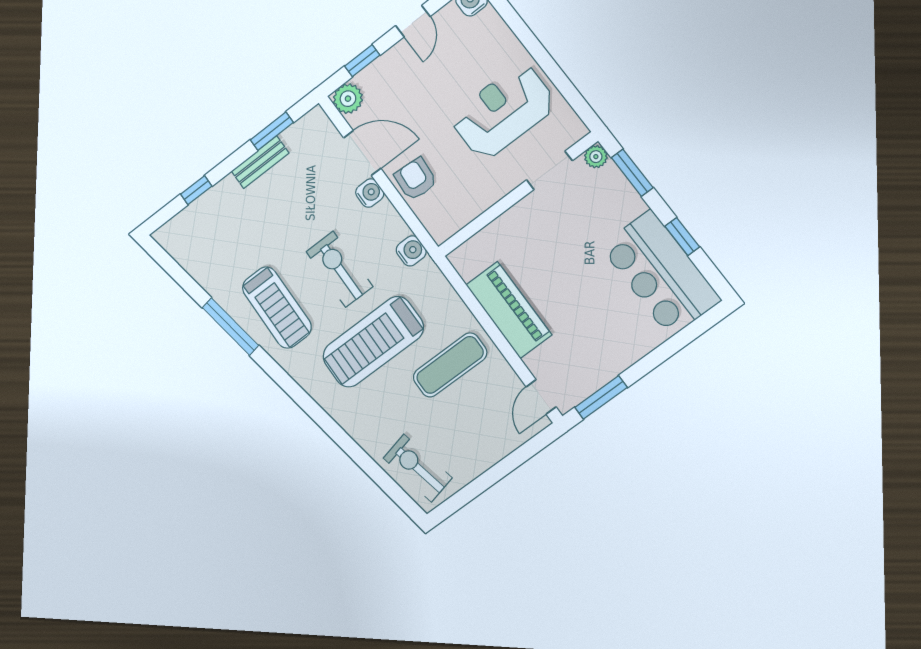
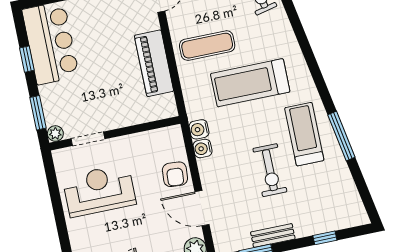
reception desk: (503, 111) -> (99, 191), turned 180
water cooler: (370, 193) -> (203, 148), moved
exercise bike: (339, 269) -> (270, 170), moved
treadmill: (373, 342) -> (250, 83), turned 180

